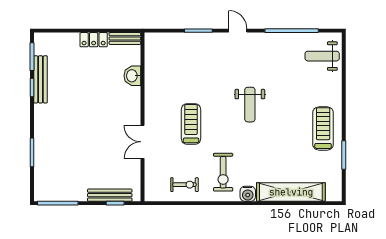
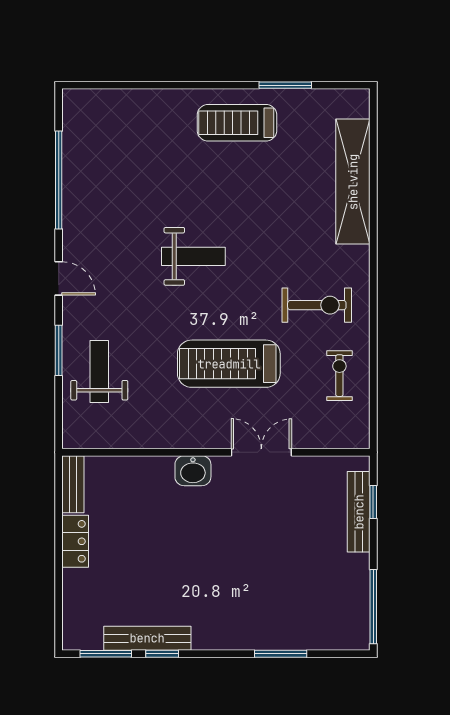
door: (238, 31) -> (59, 278), swing flipped
weight bench: (322, 56) -> (99, 372), moved, turned 180
washbasin: (132, 76) -> (193, 471), moved
treadmill: (191, 124) -> (229, 364), width x1.37, depth x1.38
double door: (142, 142) -> (261, 452), swing flipped
water cooler: (248, 194) -> (356, 260), removed

